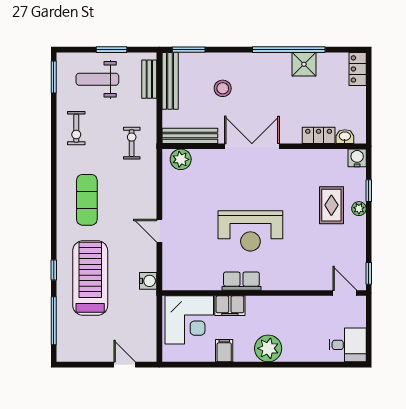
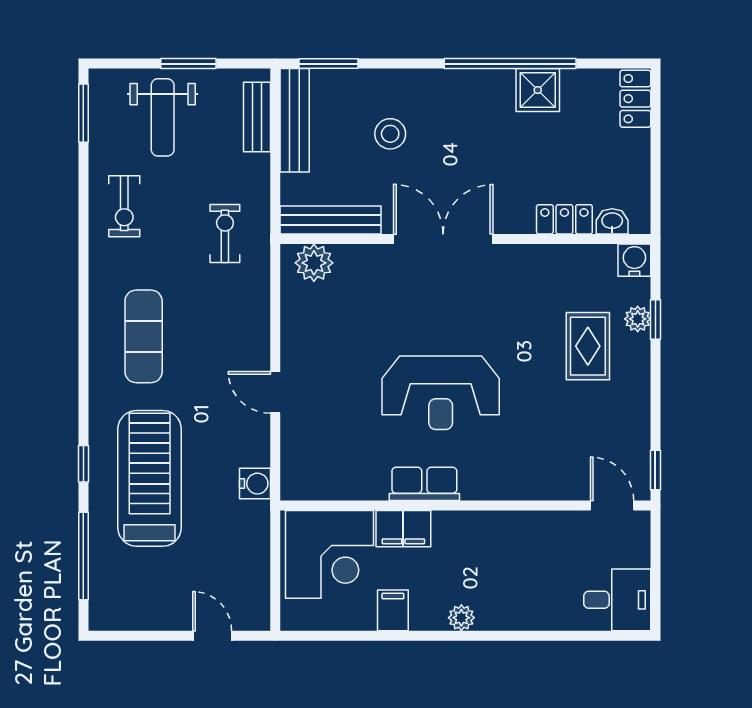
weight bench: (97, 79) -> (163, 117), turned -90
plant: (359, 209) -> (638, 319), moved
plant: (268, 348) -> (461, 618), width x0.53, depth x0.53

